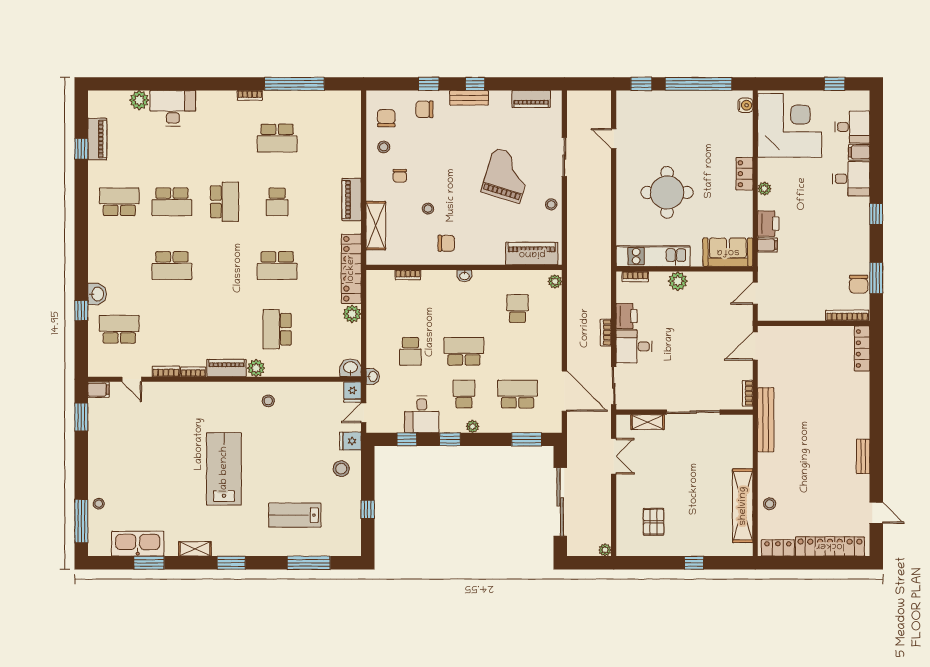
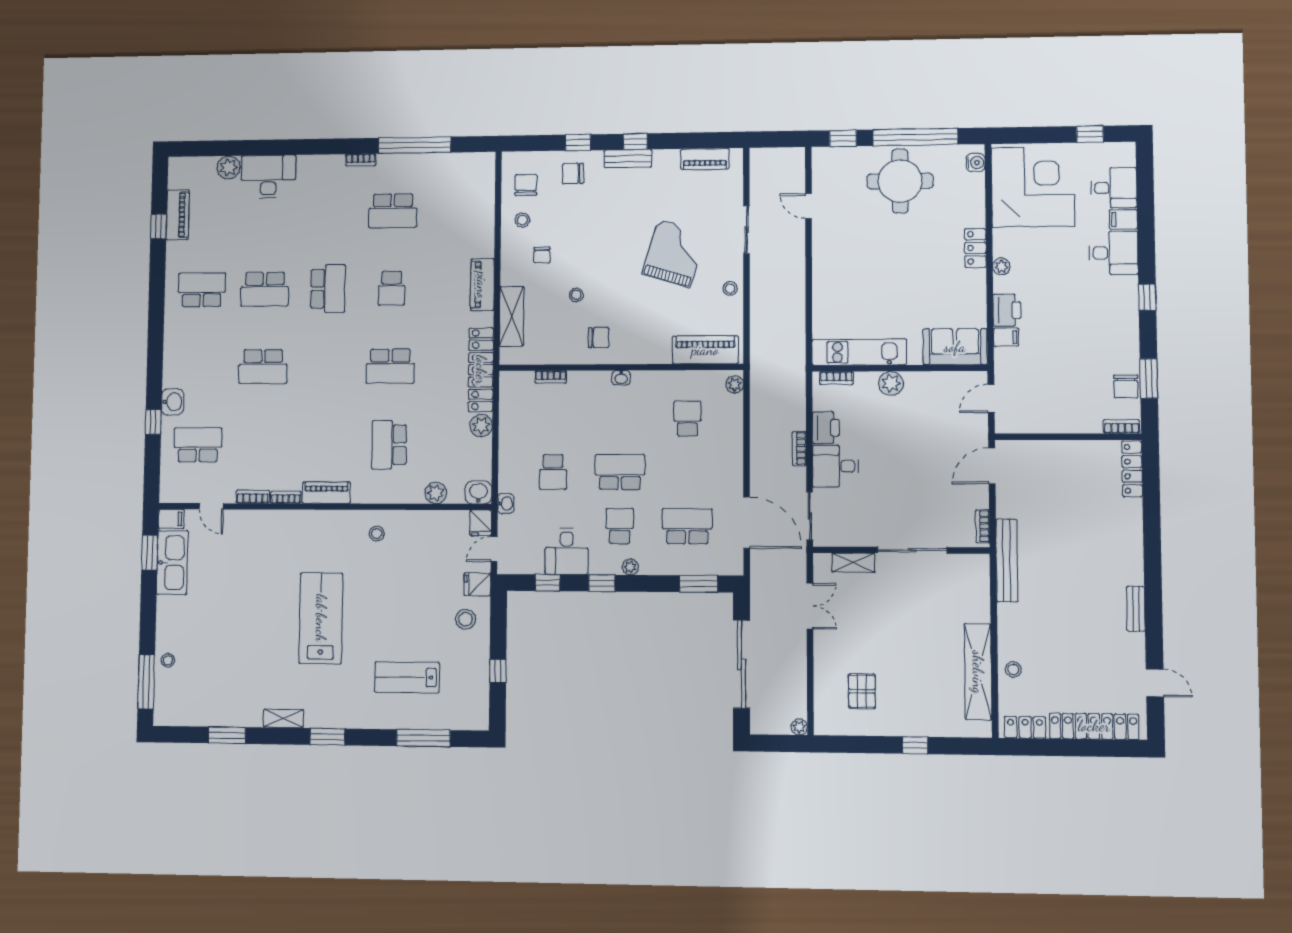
round table: (667, 192) -> (900, 181), moved
bookcase: (847, 315) -> (1122, 426), width x0.64
plant: (256, 368) -> (436, 493), moved
kitchen sink: (138, 544) -> (172, 562), moved, turned 90

